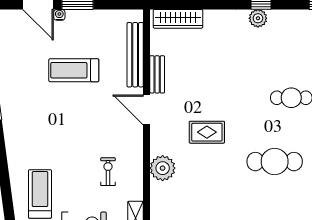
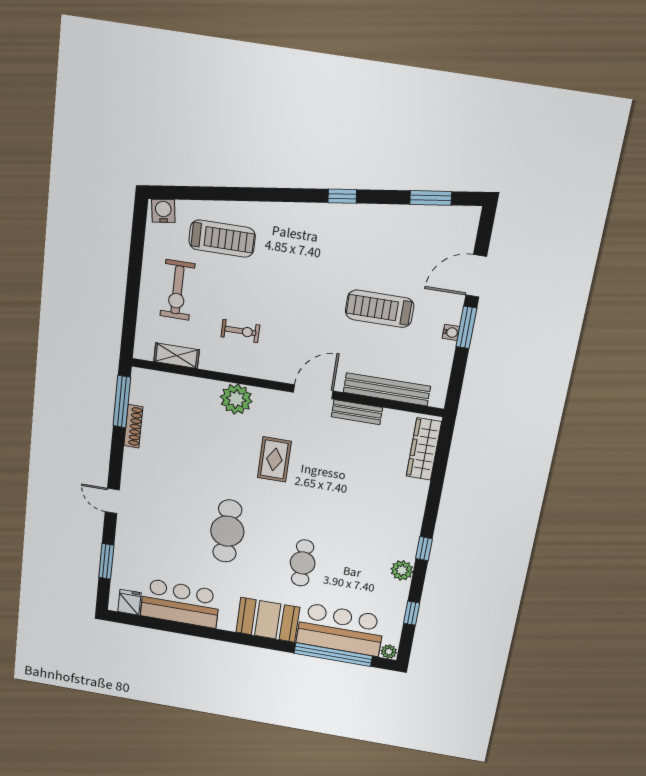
water cooler: (59, 15) -> (451, 332), moved
plant: (258, 18) -> (402, 570), moved
treadmill: (74, 70) -> (380, 309), turned -90

